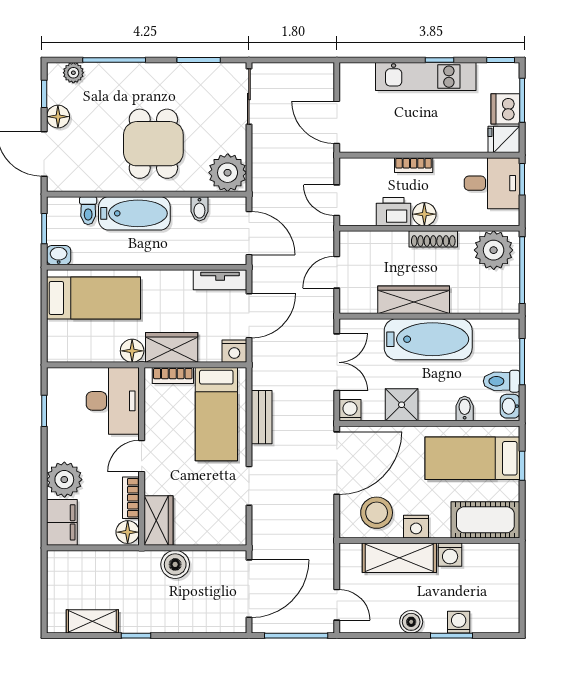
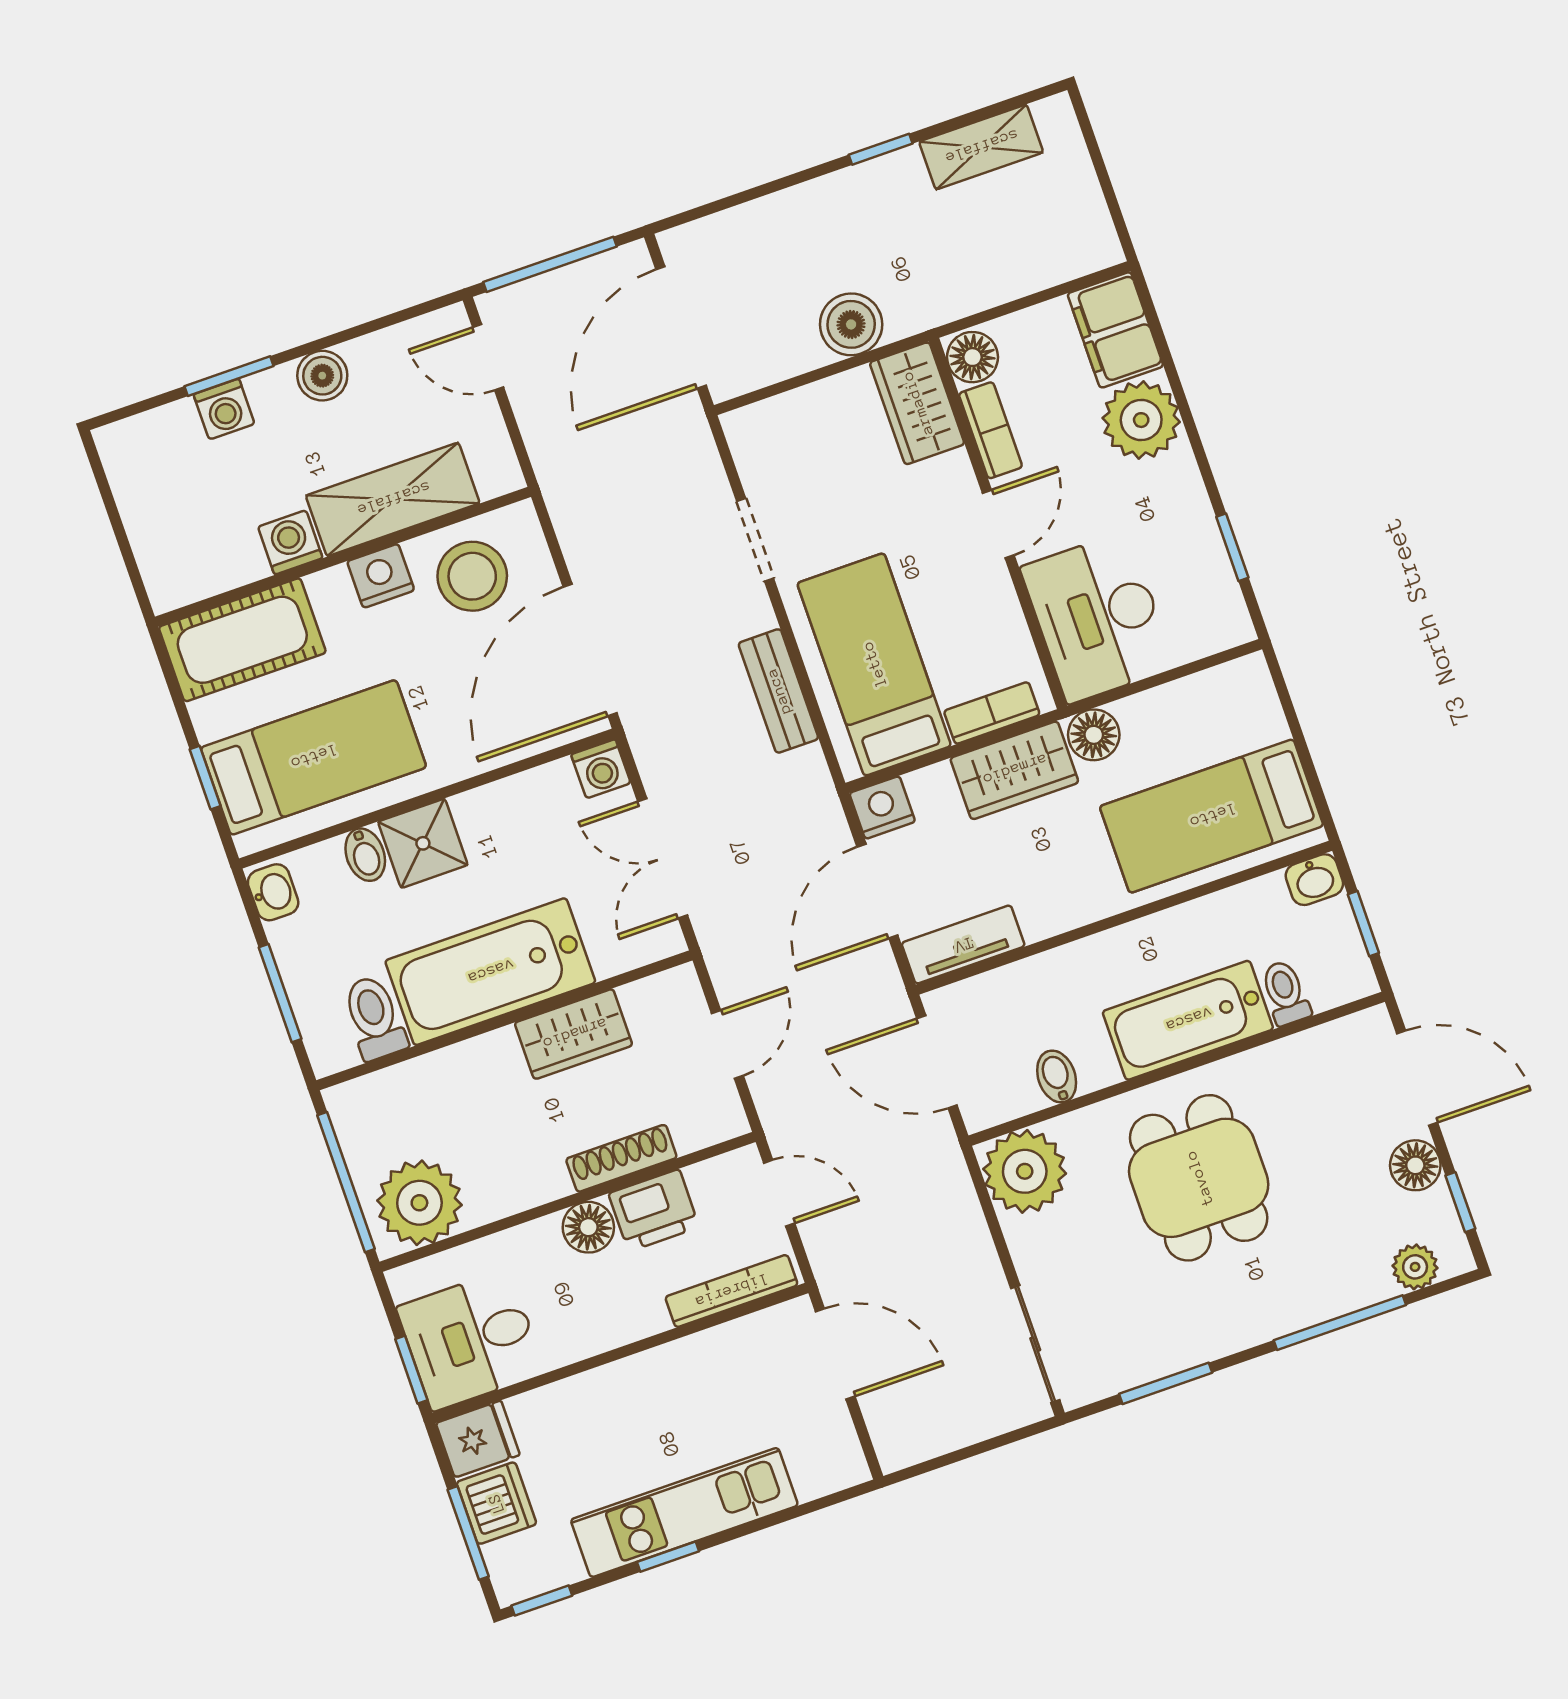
bookcase: (414, 165) -> (731, 1291), moved, width x1.56
shoe rack: (433, 239) -> (621, 1158), moved
wardrobe: (414, 300) -> (574, 1034), width x0.67
toilet: (502, 381) -> (374, 1018), moved, turned -90
shower: (402, 405) -> (423, 843), moved

